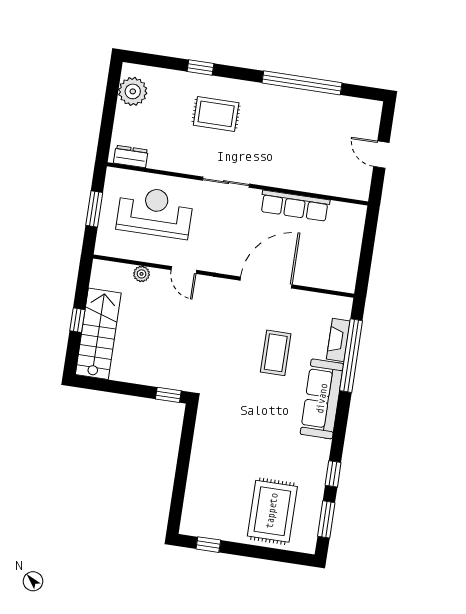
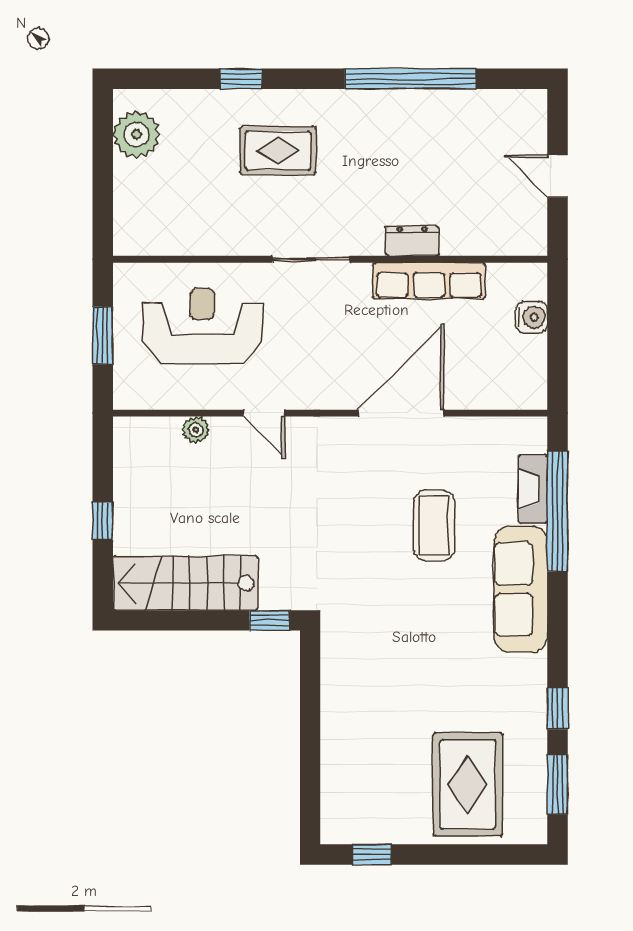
dresser: (131, 156) -> (412, 241), moved
water cooler: (353, 237) -> (531, 317), added
stairs: (98, 334) -> (185, 583), moved, turned -90

